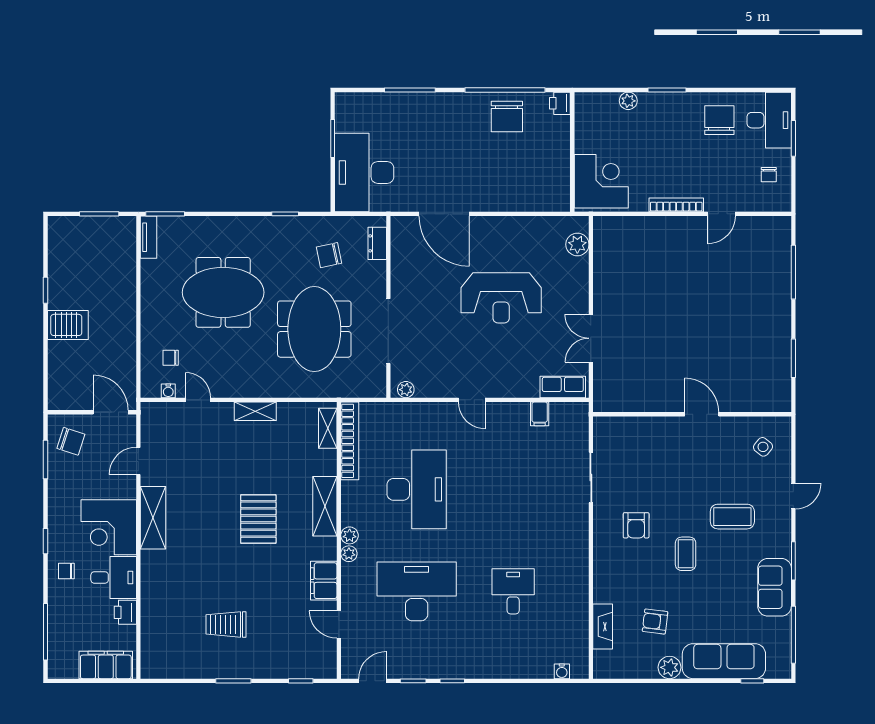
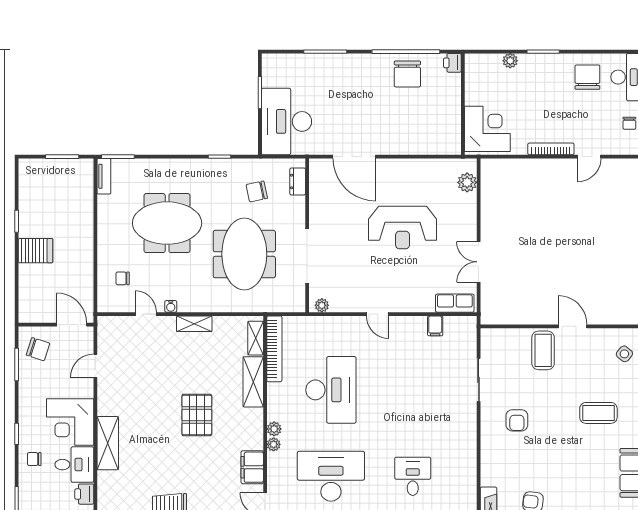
water cooler: (168, 391) -> (171, 306), moved
shelving: (325, 506) -> (253, 382), moved
shelving: (153, 518) -> (108, 443), moved
coffee table: (686, 554) -> (543, 350), moved, width x1.36, depth x1.30

